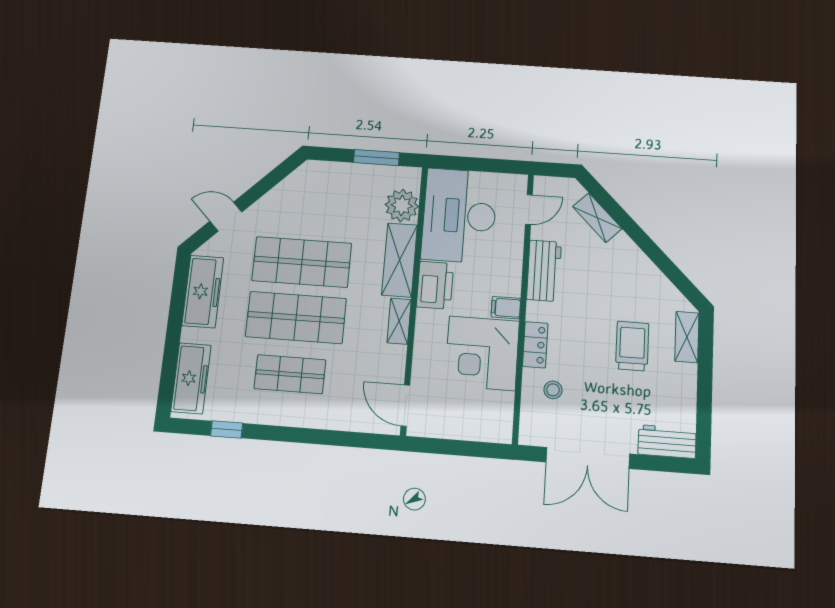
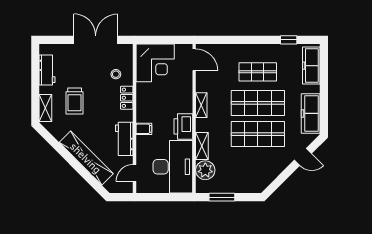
shelving: (597, 218) -> (86, 158), width x2.20, depth x1.33
shelving: (400, 260) -> (202, 146), width x0.67, depth x0.75
filing cabinet: (506, 308) -> (144, 129), moved
corner desk: (482, 353) -> (155, 63), moved, turned 90
workbench: (667, 441) -> (47, 70), moved, turned -90

